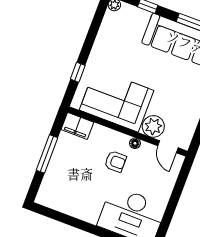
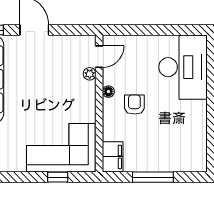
corner sofa: (117, 100) -> (61, 148), moved, turned 90
plant: (153, 126) -> (90, 74), width x0.53, depth x0.53

